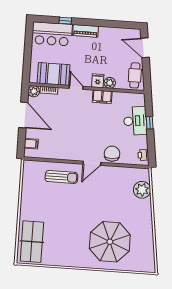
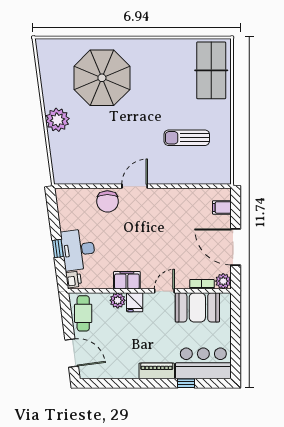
door: (76, 87) -> (164, 291), swing flipped
printer: (143, 155) -> (74, 279), moved
sun lounger: (61, 177) -> (187, 138), moved
plant: (142, 190) -> (57, 120), moved

